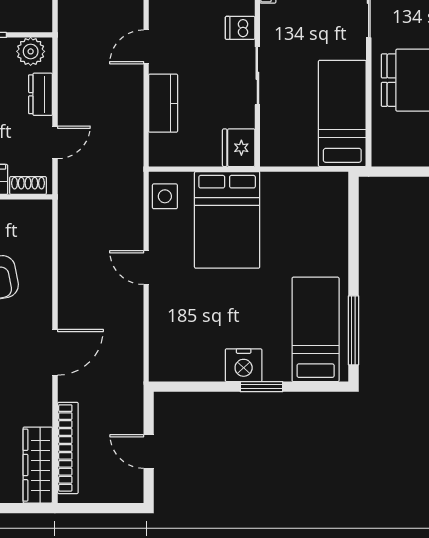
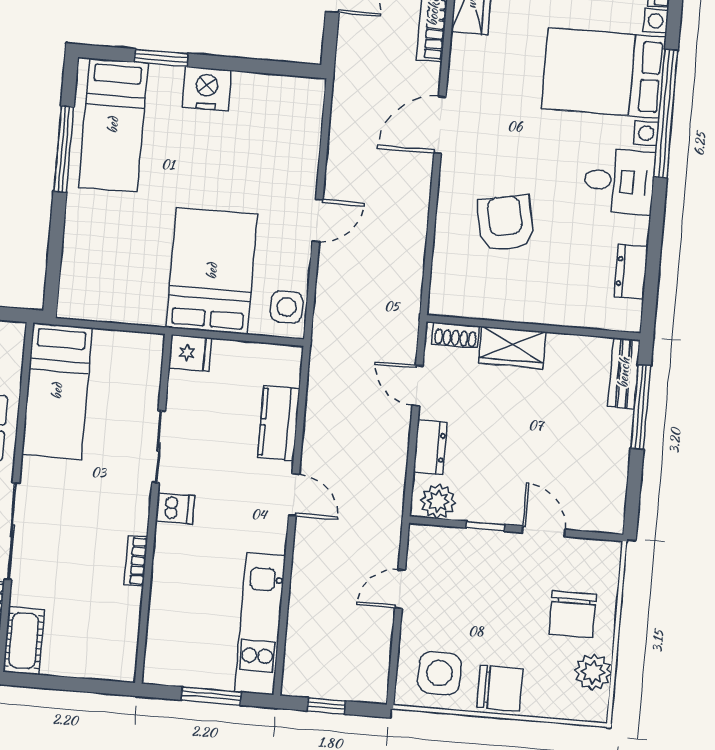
door: (146, 47) -> (294, 495), hinge flipped
door: (55, 142) -> (417, 386), hinge flipped
fridge: (239, 148) -> (190, 353), width x0.72
door: (146, 268) -> (318, 220), hinge flipped
window: (354, 330) -> (64, 149), moved
window: (261, 387) -> (161, 58), moved

